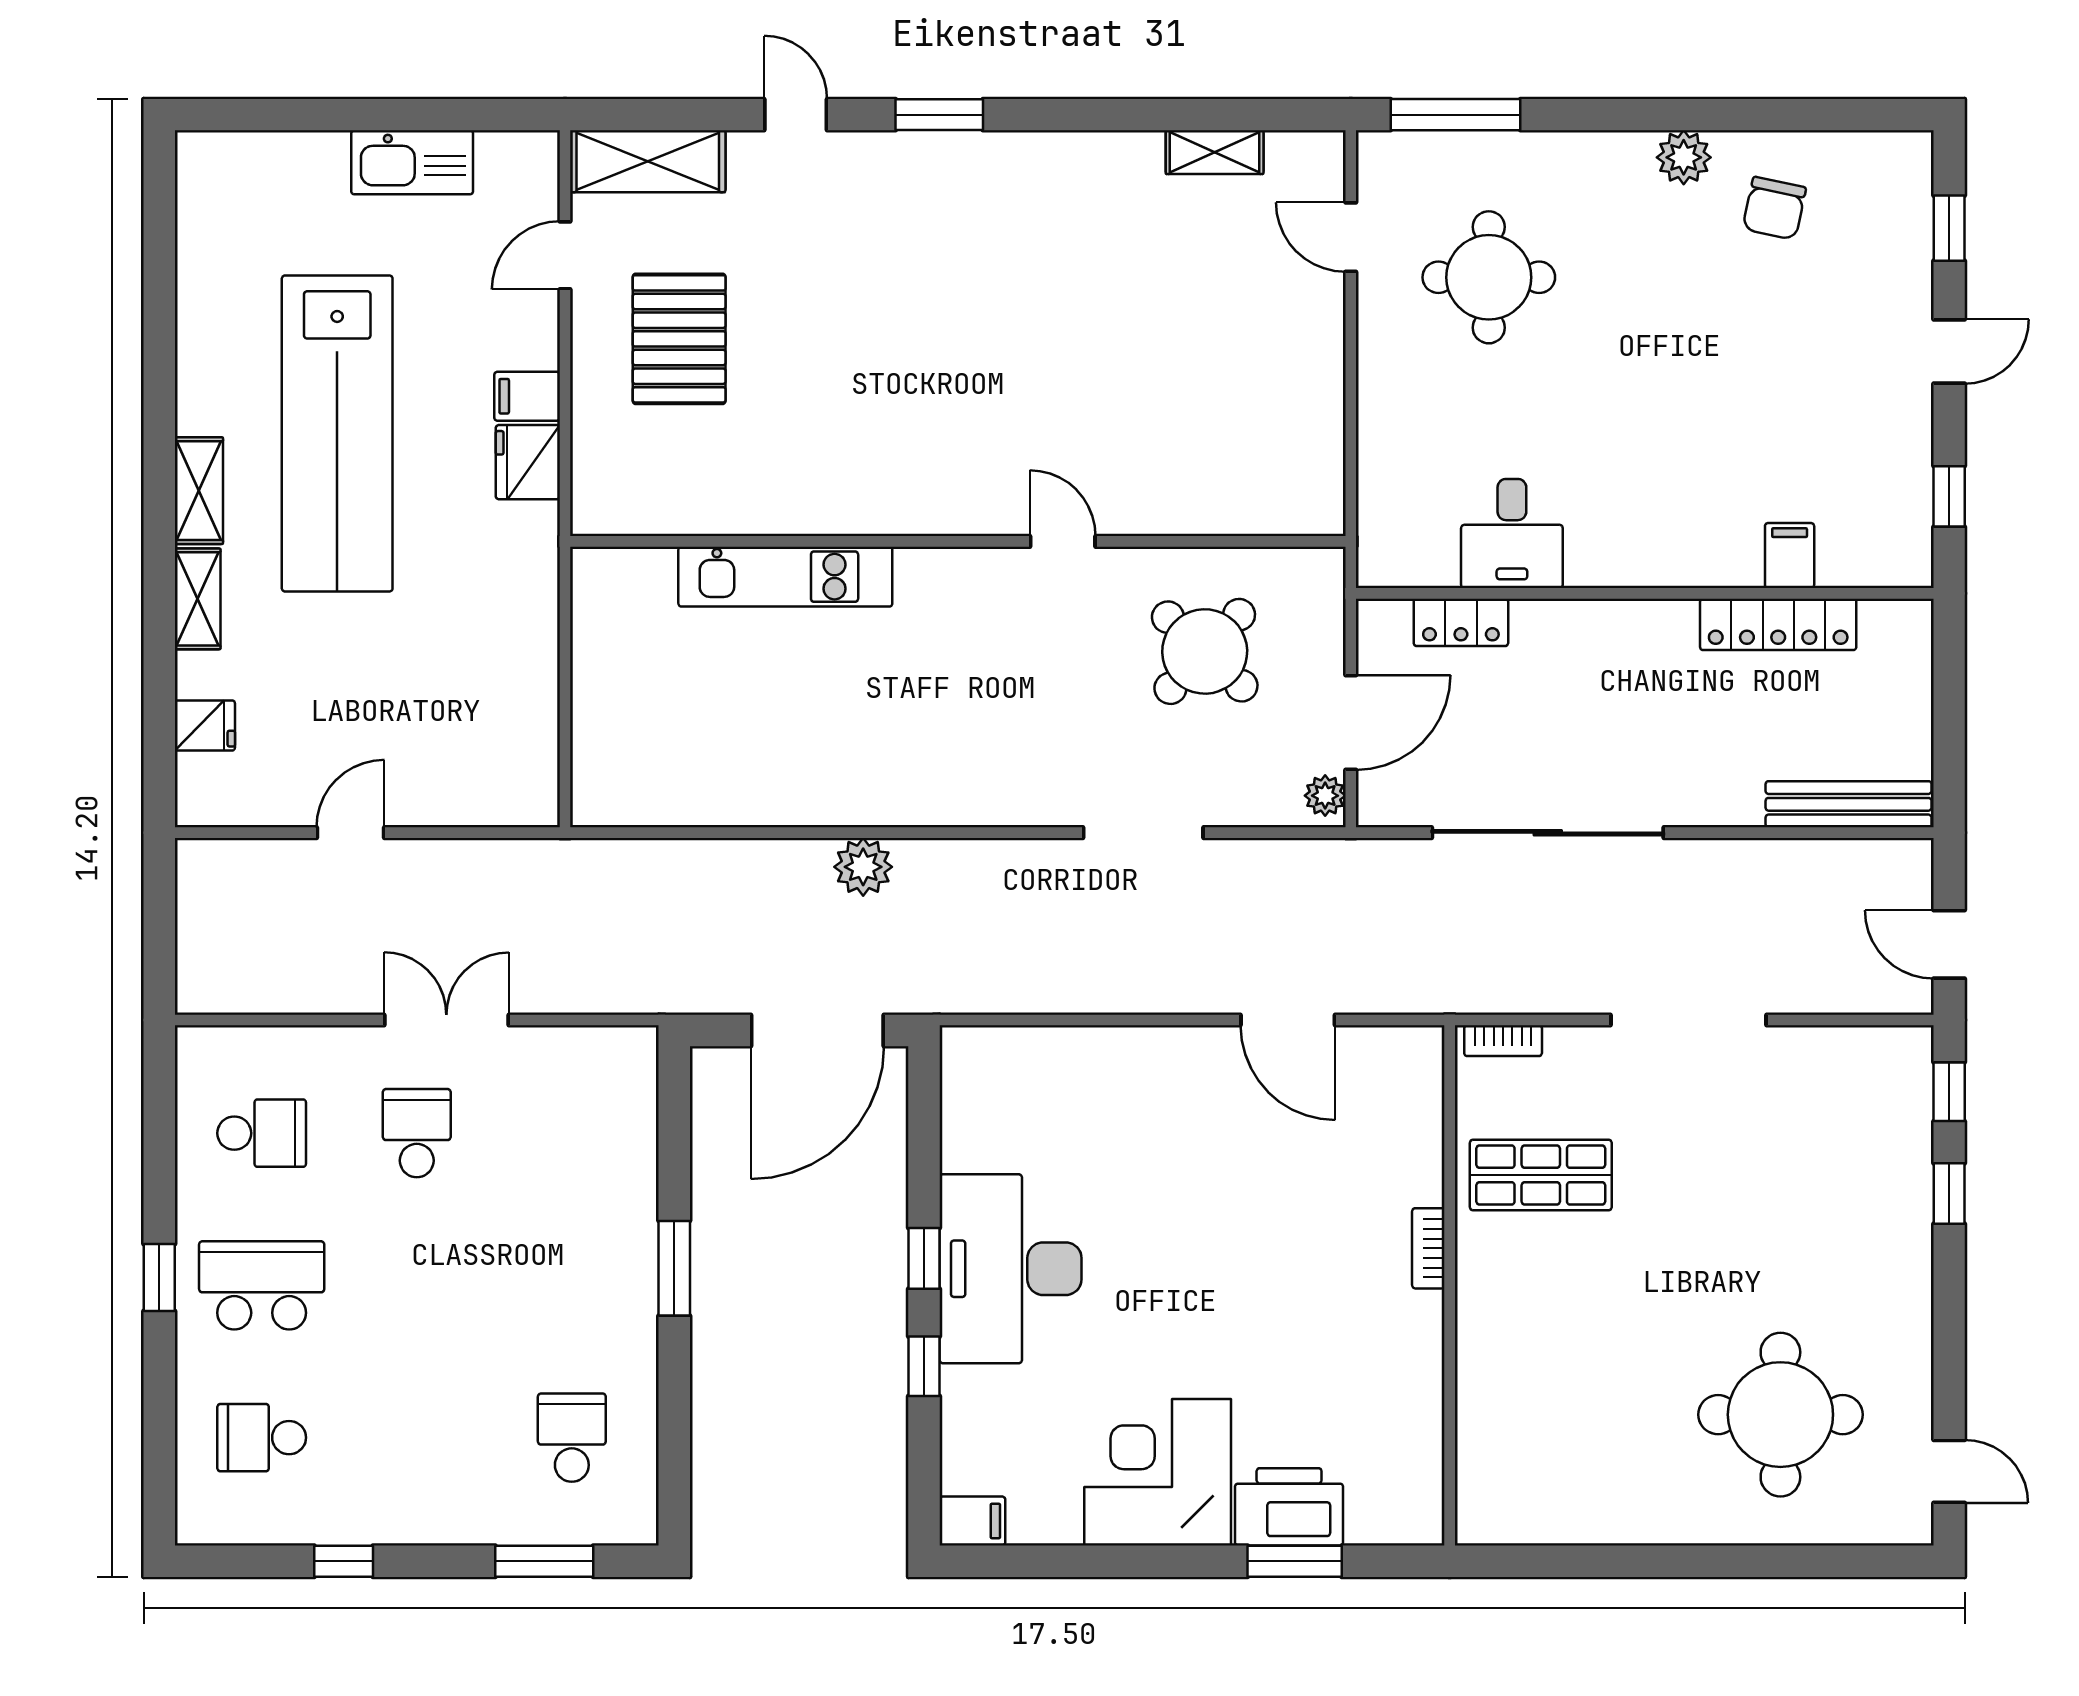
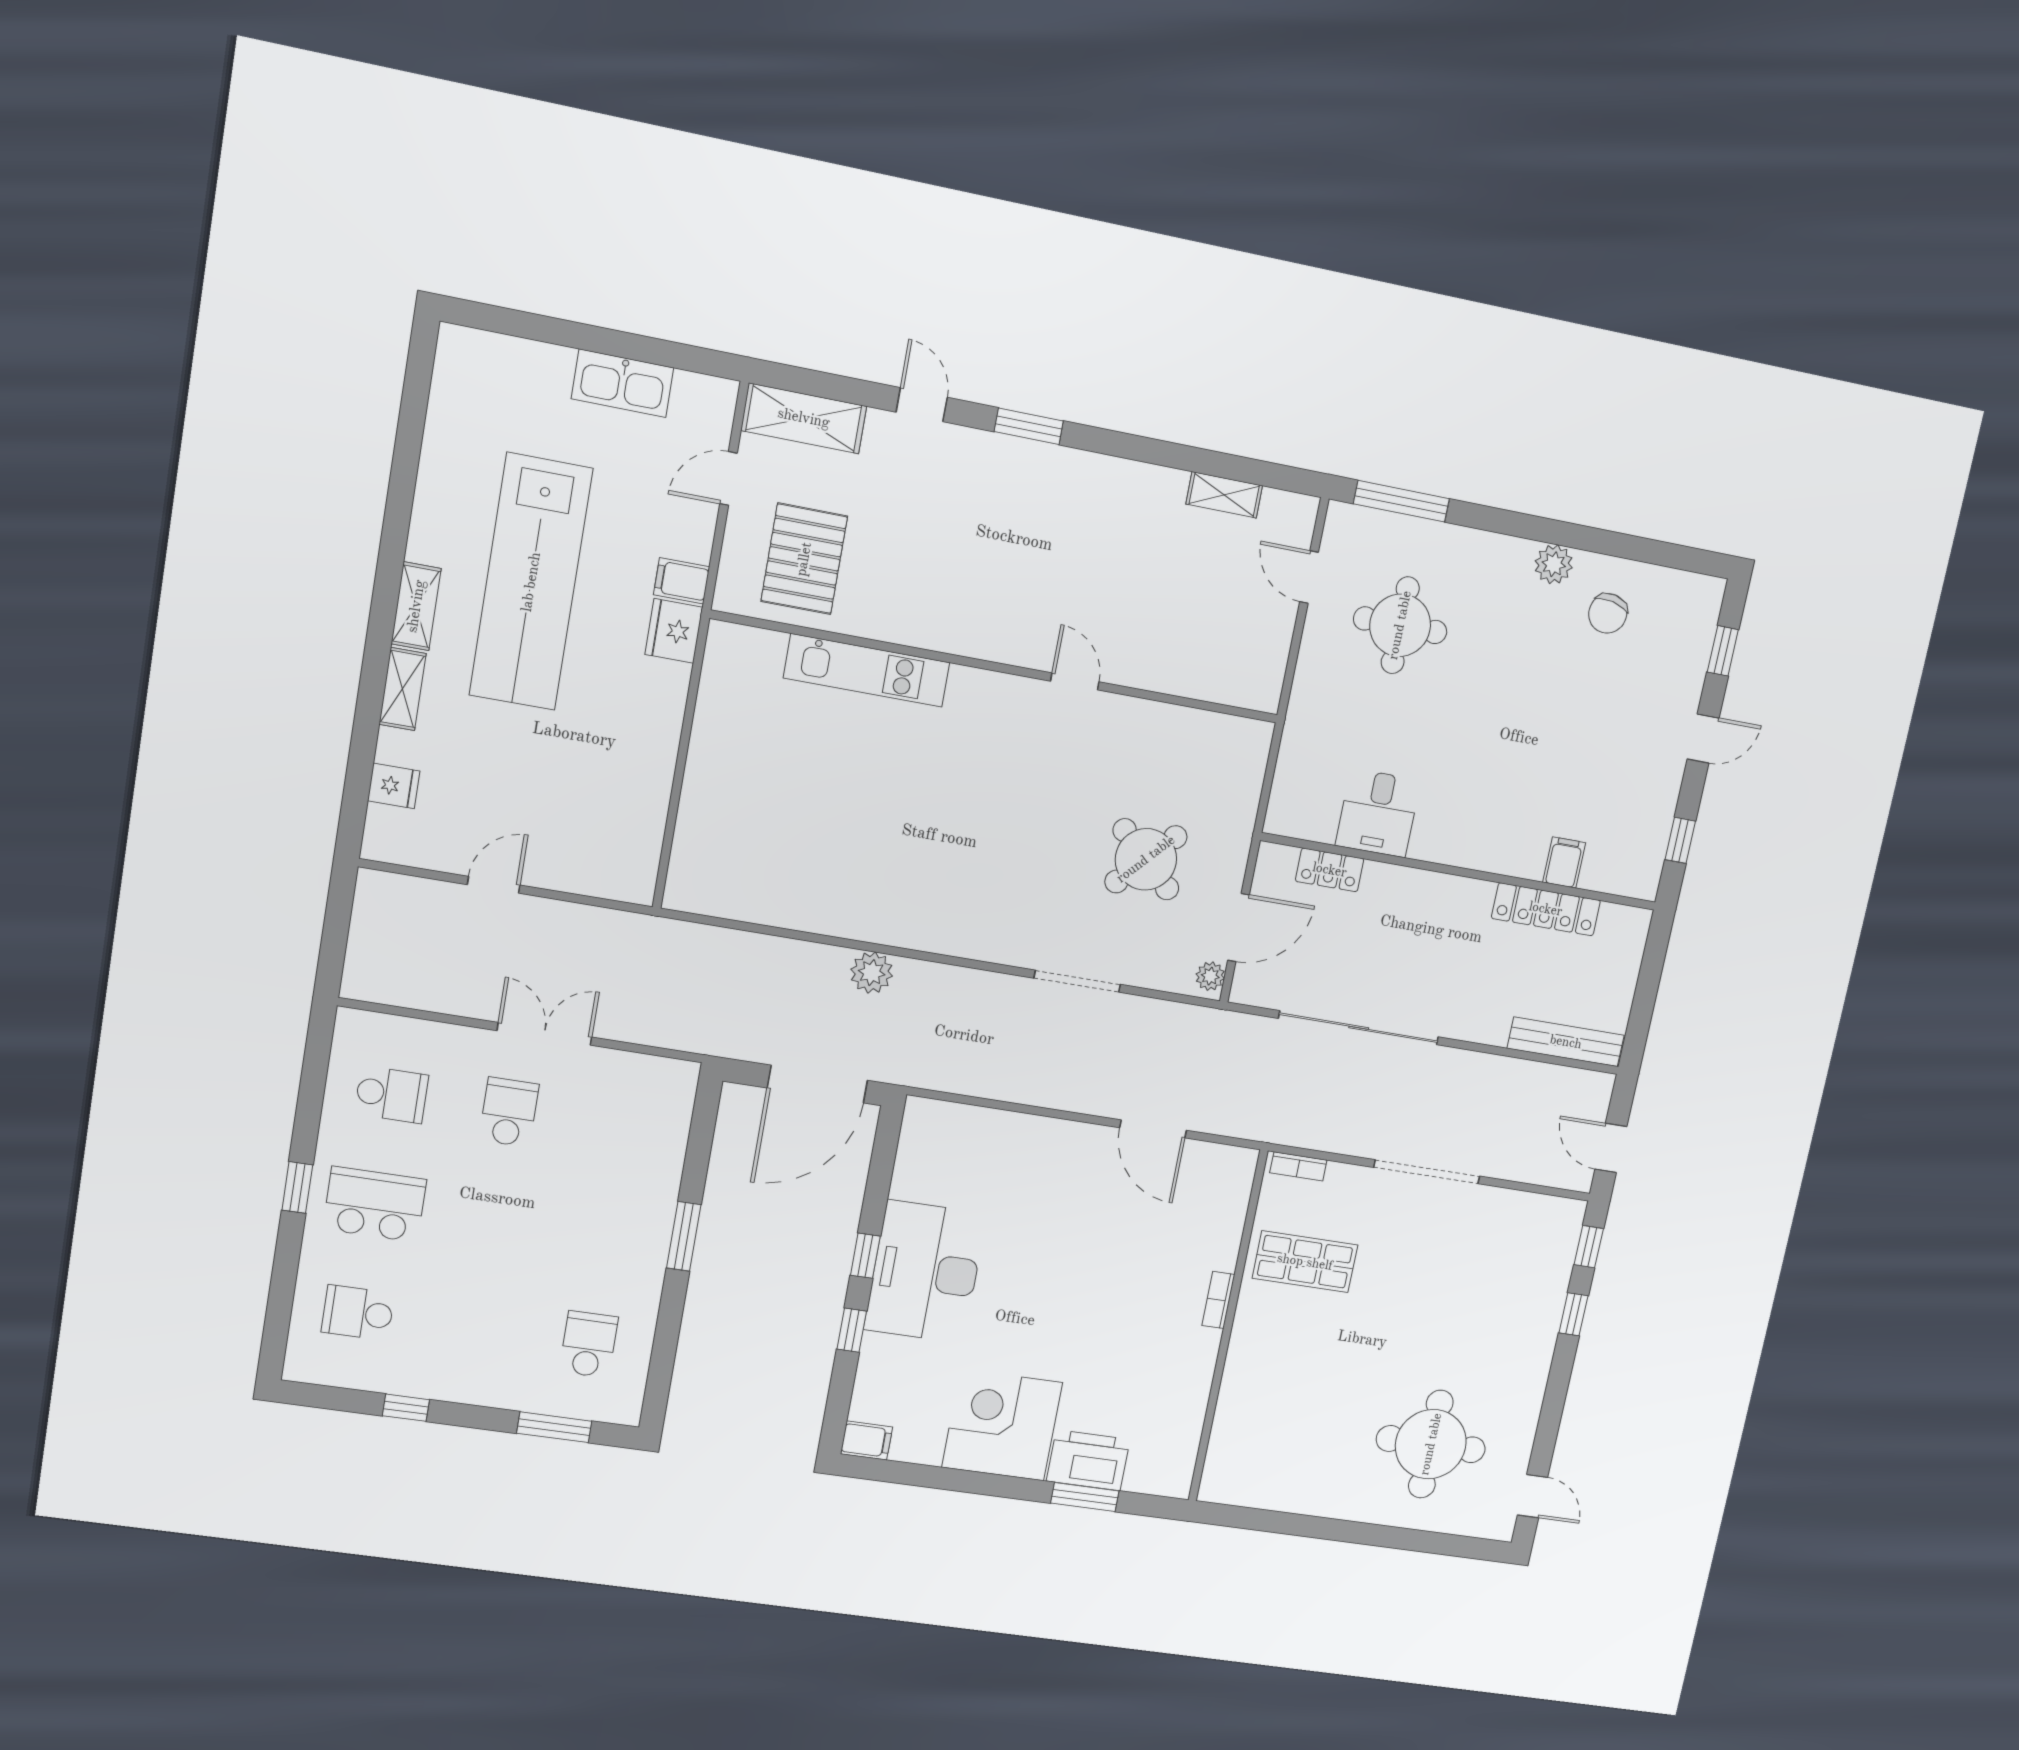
wall: (958, 541) -> (999, 667), moved
door: (1063, 541) -> (1075, 681), moved
kitchen unit: (785, 577) -> (867, 670), moved

